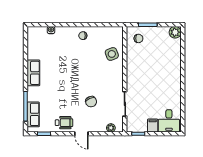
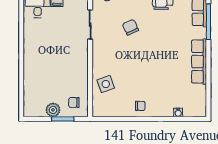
plant: (175, 32) -> (53, 110), moved
row of seats: (33, 73) -> (199, 62), width x1.48

